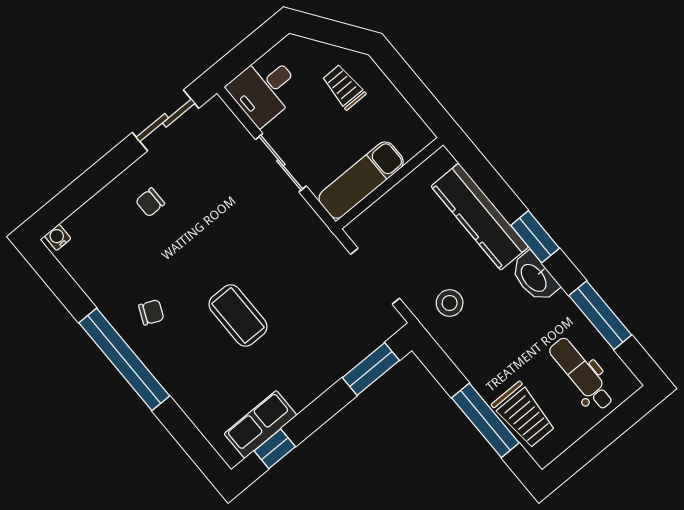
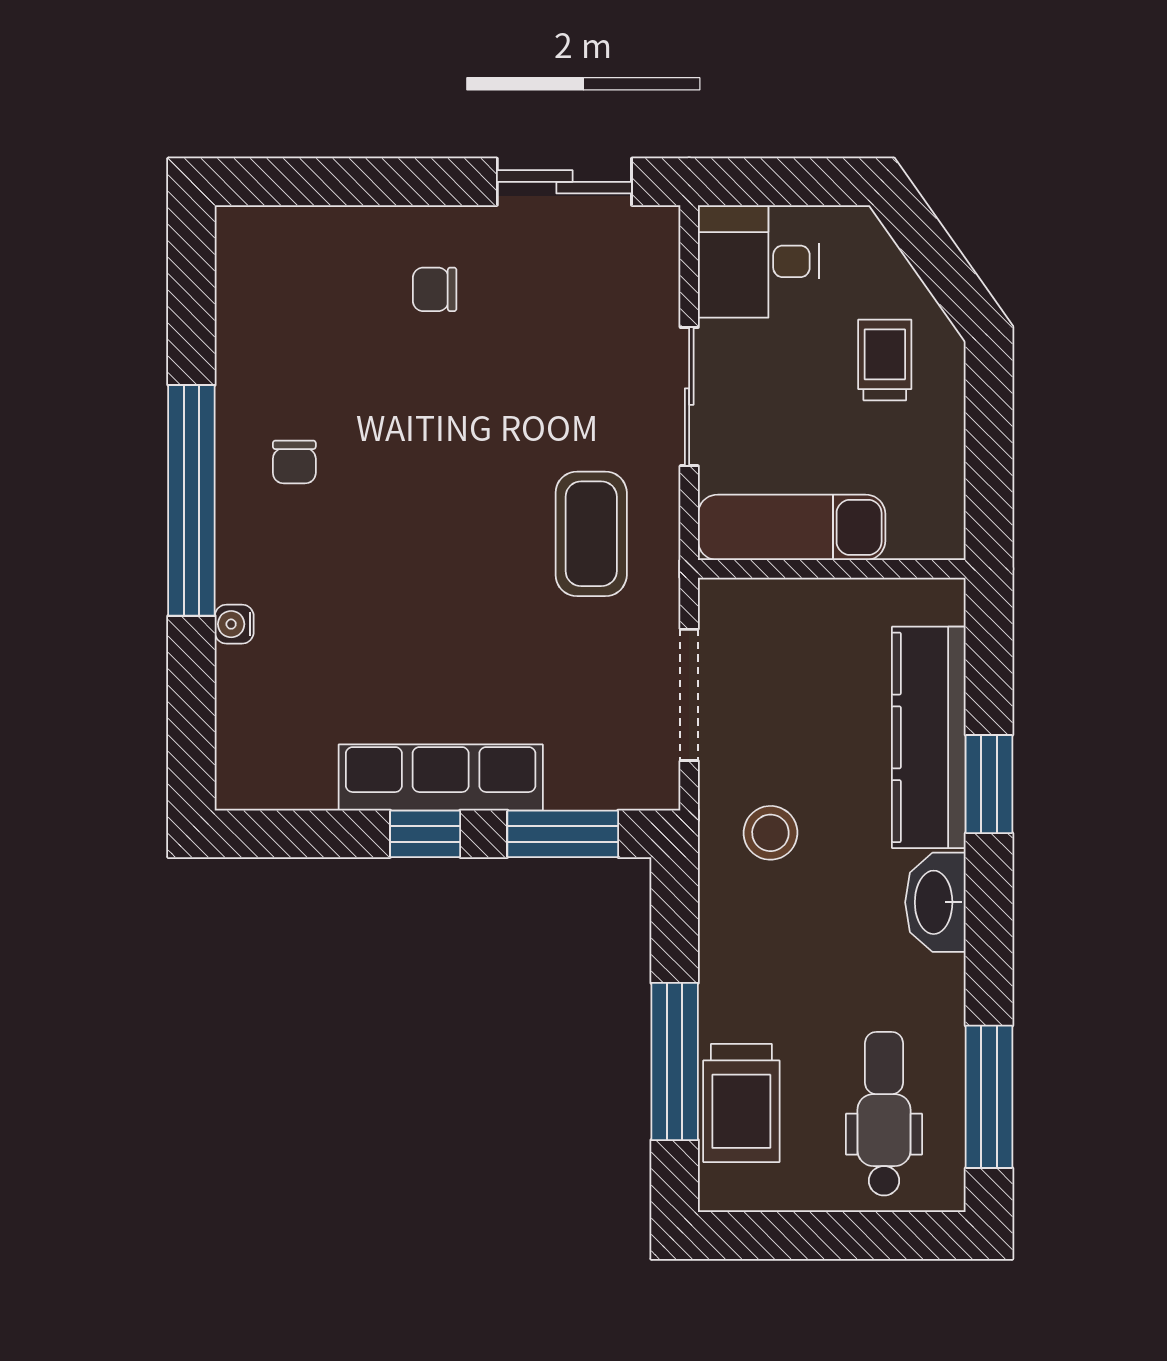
water cooler: (58, 237) -> (234, 624), moved, turned -90
window: (535, 237) -> (989, 784), moved
chair: (151, 312) -> (294, 462), turned 66
coffee table: (238, 315) -> (591, 534), moved
window: (600, 315) -> (989, 1097), moved
row of seats: (261, 424) -> (441, 777), moved, width x1.48
window: (275, 449) -> (425, 834), moved

